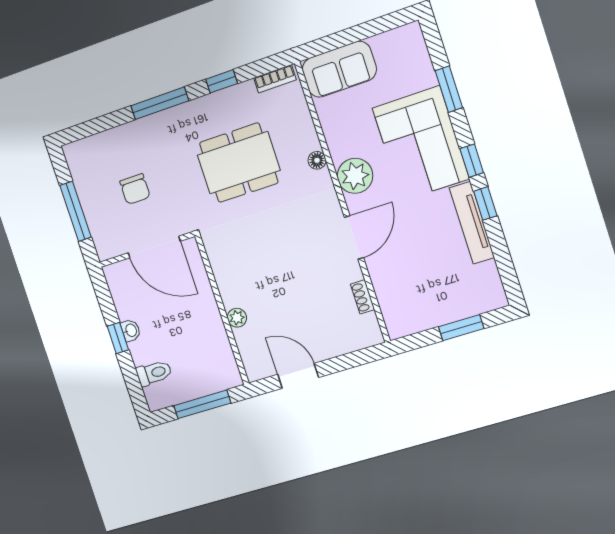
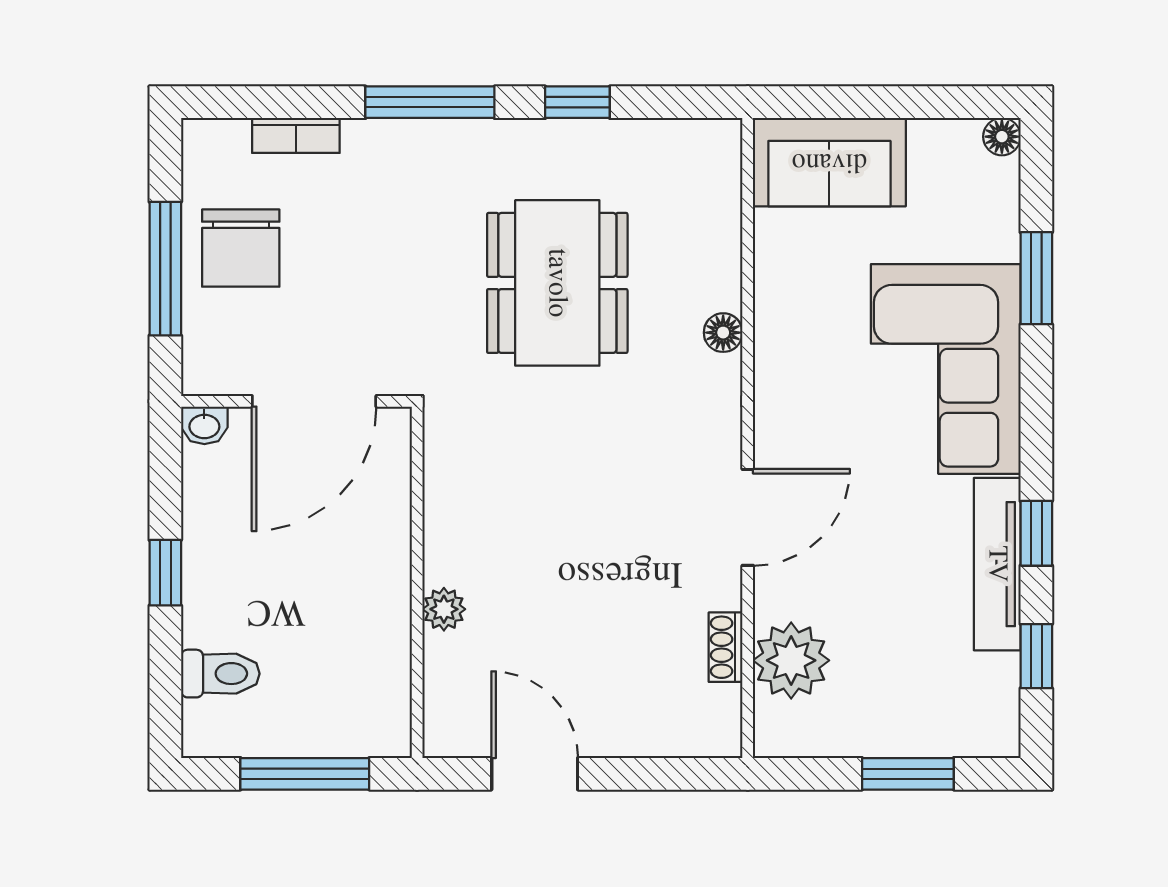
floor lamp: (413, 31) -> (1002, 137), added
bookcase: (275, 79) -> (296, 135), moved
window: (472, 161) -> (1036, 656), moved
dining table: (239, 163) -> (557, 283), turned 90
plant: (355, 176) -> (791, 660), moved
chair: (135, 189) -> (241, 248), moved, width x1.37, depth x1.37
door: (154, 247) -> (314, 401), hinge flipped
washbasin: (131, 330) -> (204, 425), moved, turned 90

